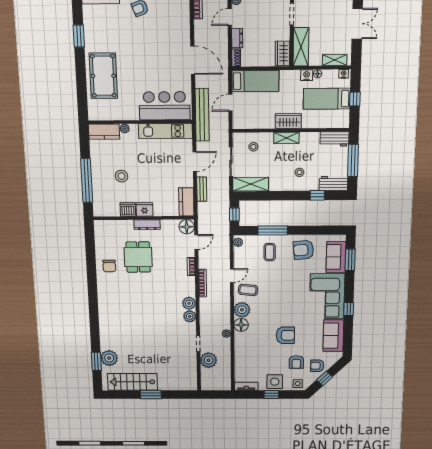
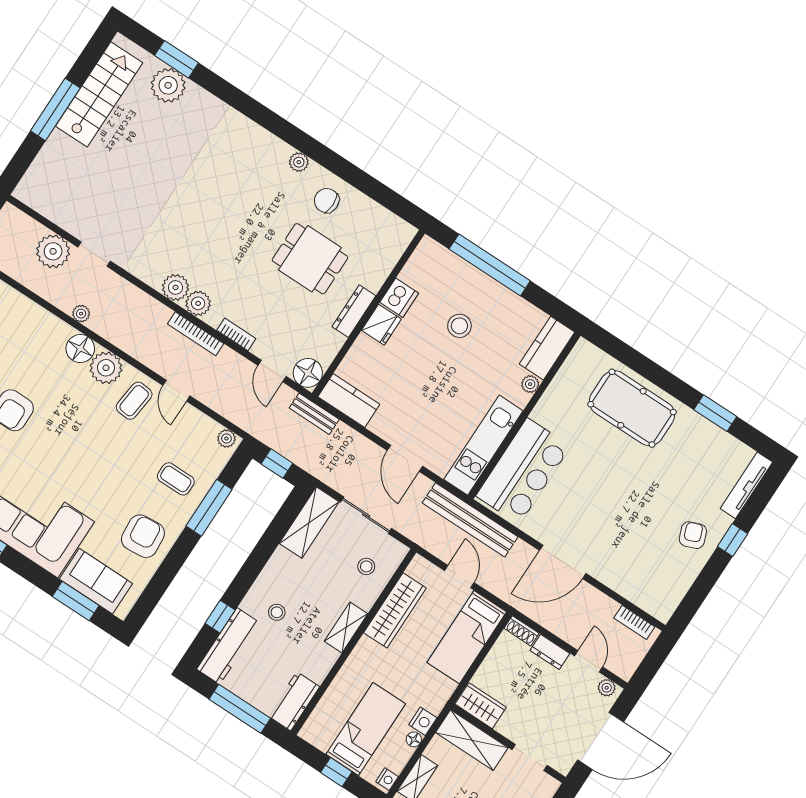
wardrobe: (288, 121) -> (395, 610), moved, width x1.50
workbench: (333, 183) -> (228, 646), width x1.38
bench: (202, 189) -> (314, 414), moved
plant: (102, 287) -> (299, 162), added
plant: (190, 316) -> (198, 303), moved
window: (151, 395) -> (55, 109), width x1.44

